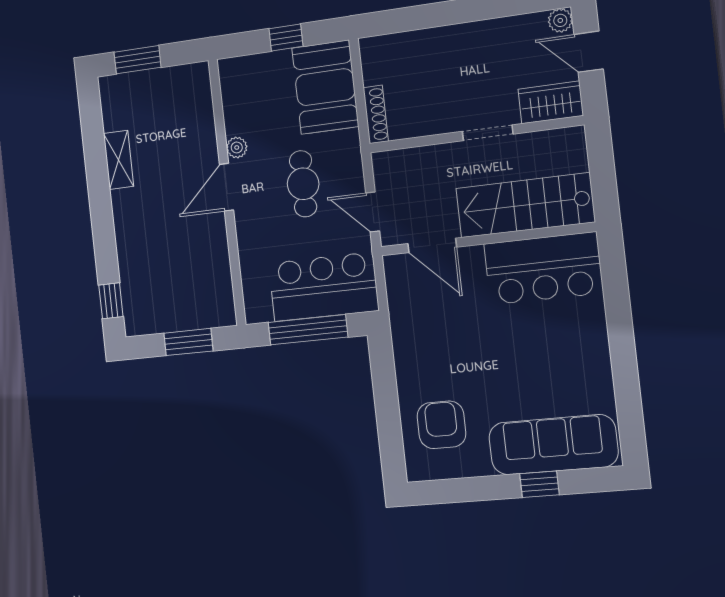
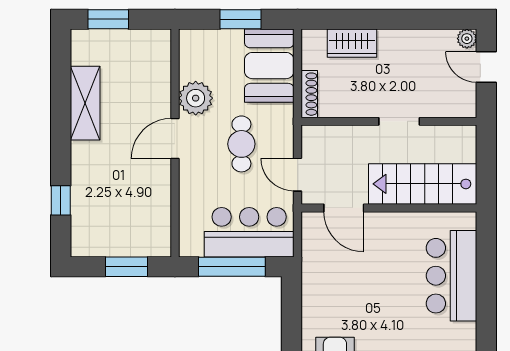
window: (286, 37) -> (241, 19), width x1.50
wardrobe: (551, 102) -> (352, 43), moved, turned 180
plant: (237, 147) -> (196, 98), width x1.88, depth x1.88
shelving: (119, 160) -> (85, 103), width x1.50, depth x1.33
bar counter: (543, 268) -> (451, 276), moved, turned 90
window: (111, 301) -> (61, 200), moved

